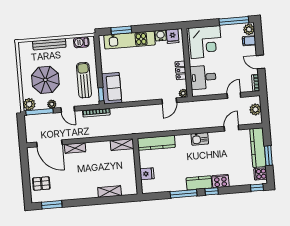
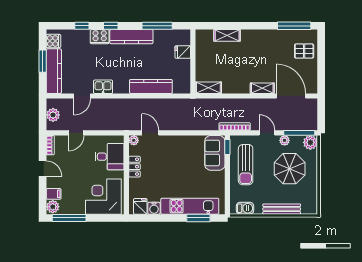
door: (169, 101) -> (150, 133), hinge flipped
kitchen sink: (200, 139) -> (103, 87), moved
kitchen counter: (156, 143) -> (151, 86), moved
kitchen counter: (199, 183) -> (131, 37), width x1.50
window: (257, 188) -> (82, 26), moved
window: (184, 194) -> (157, 26), moved
window: (52, 205) -> (294, 26), width x1.44

